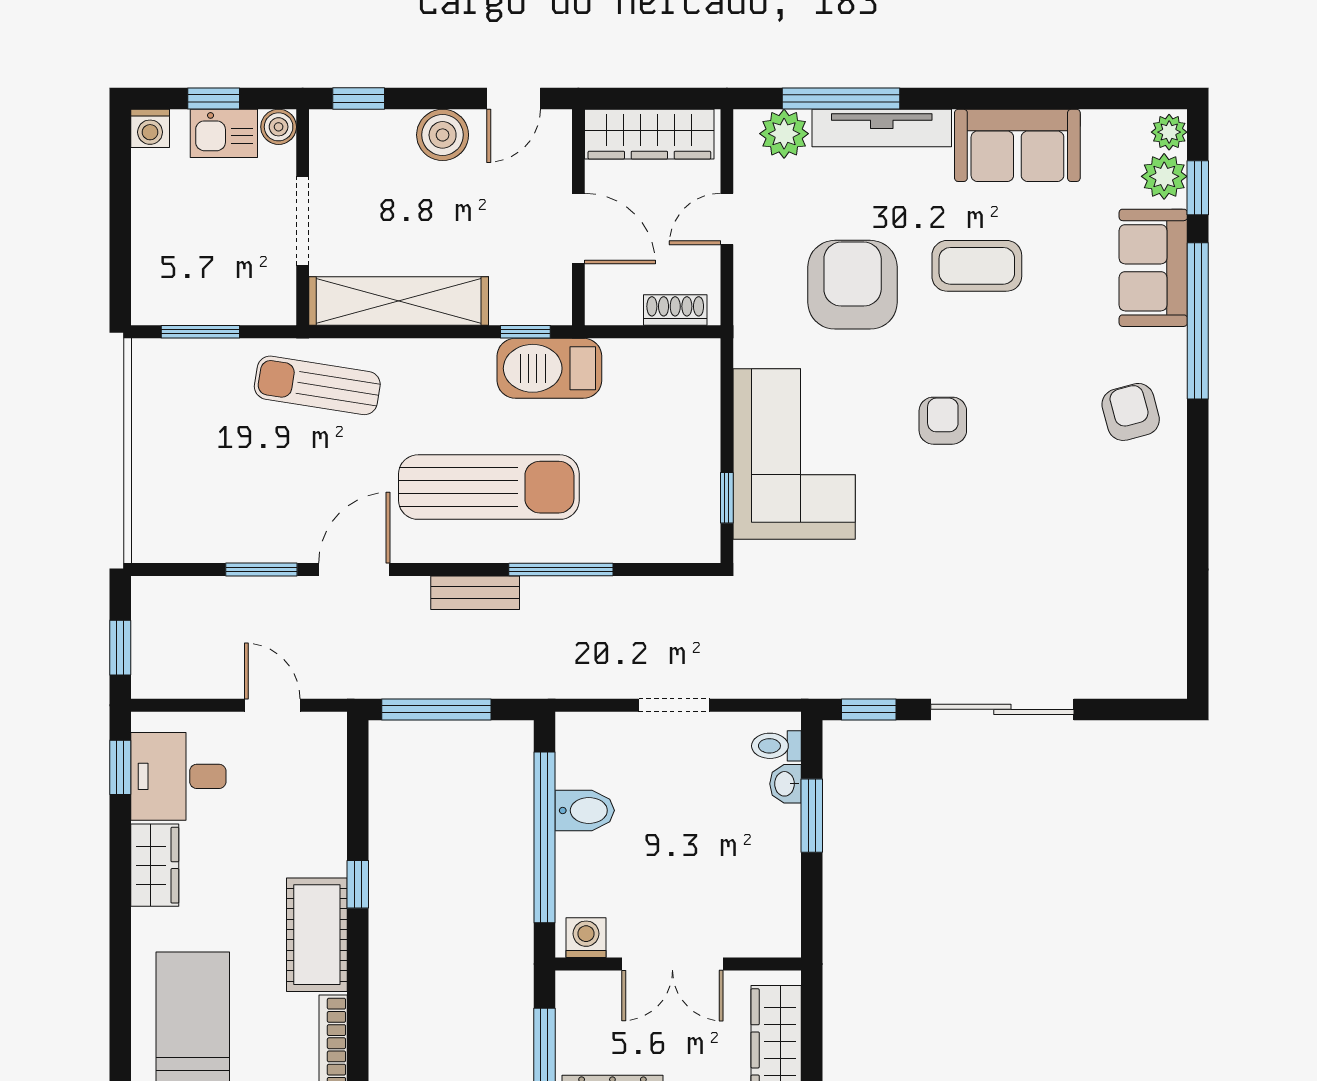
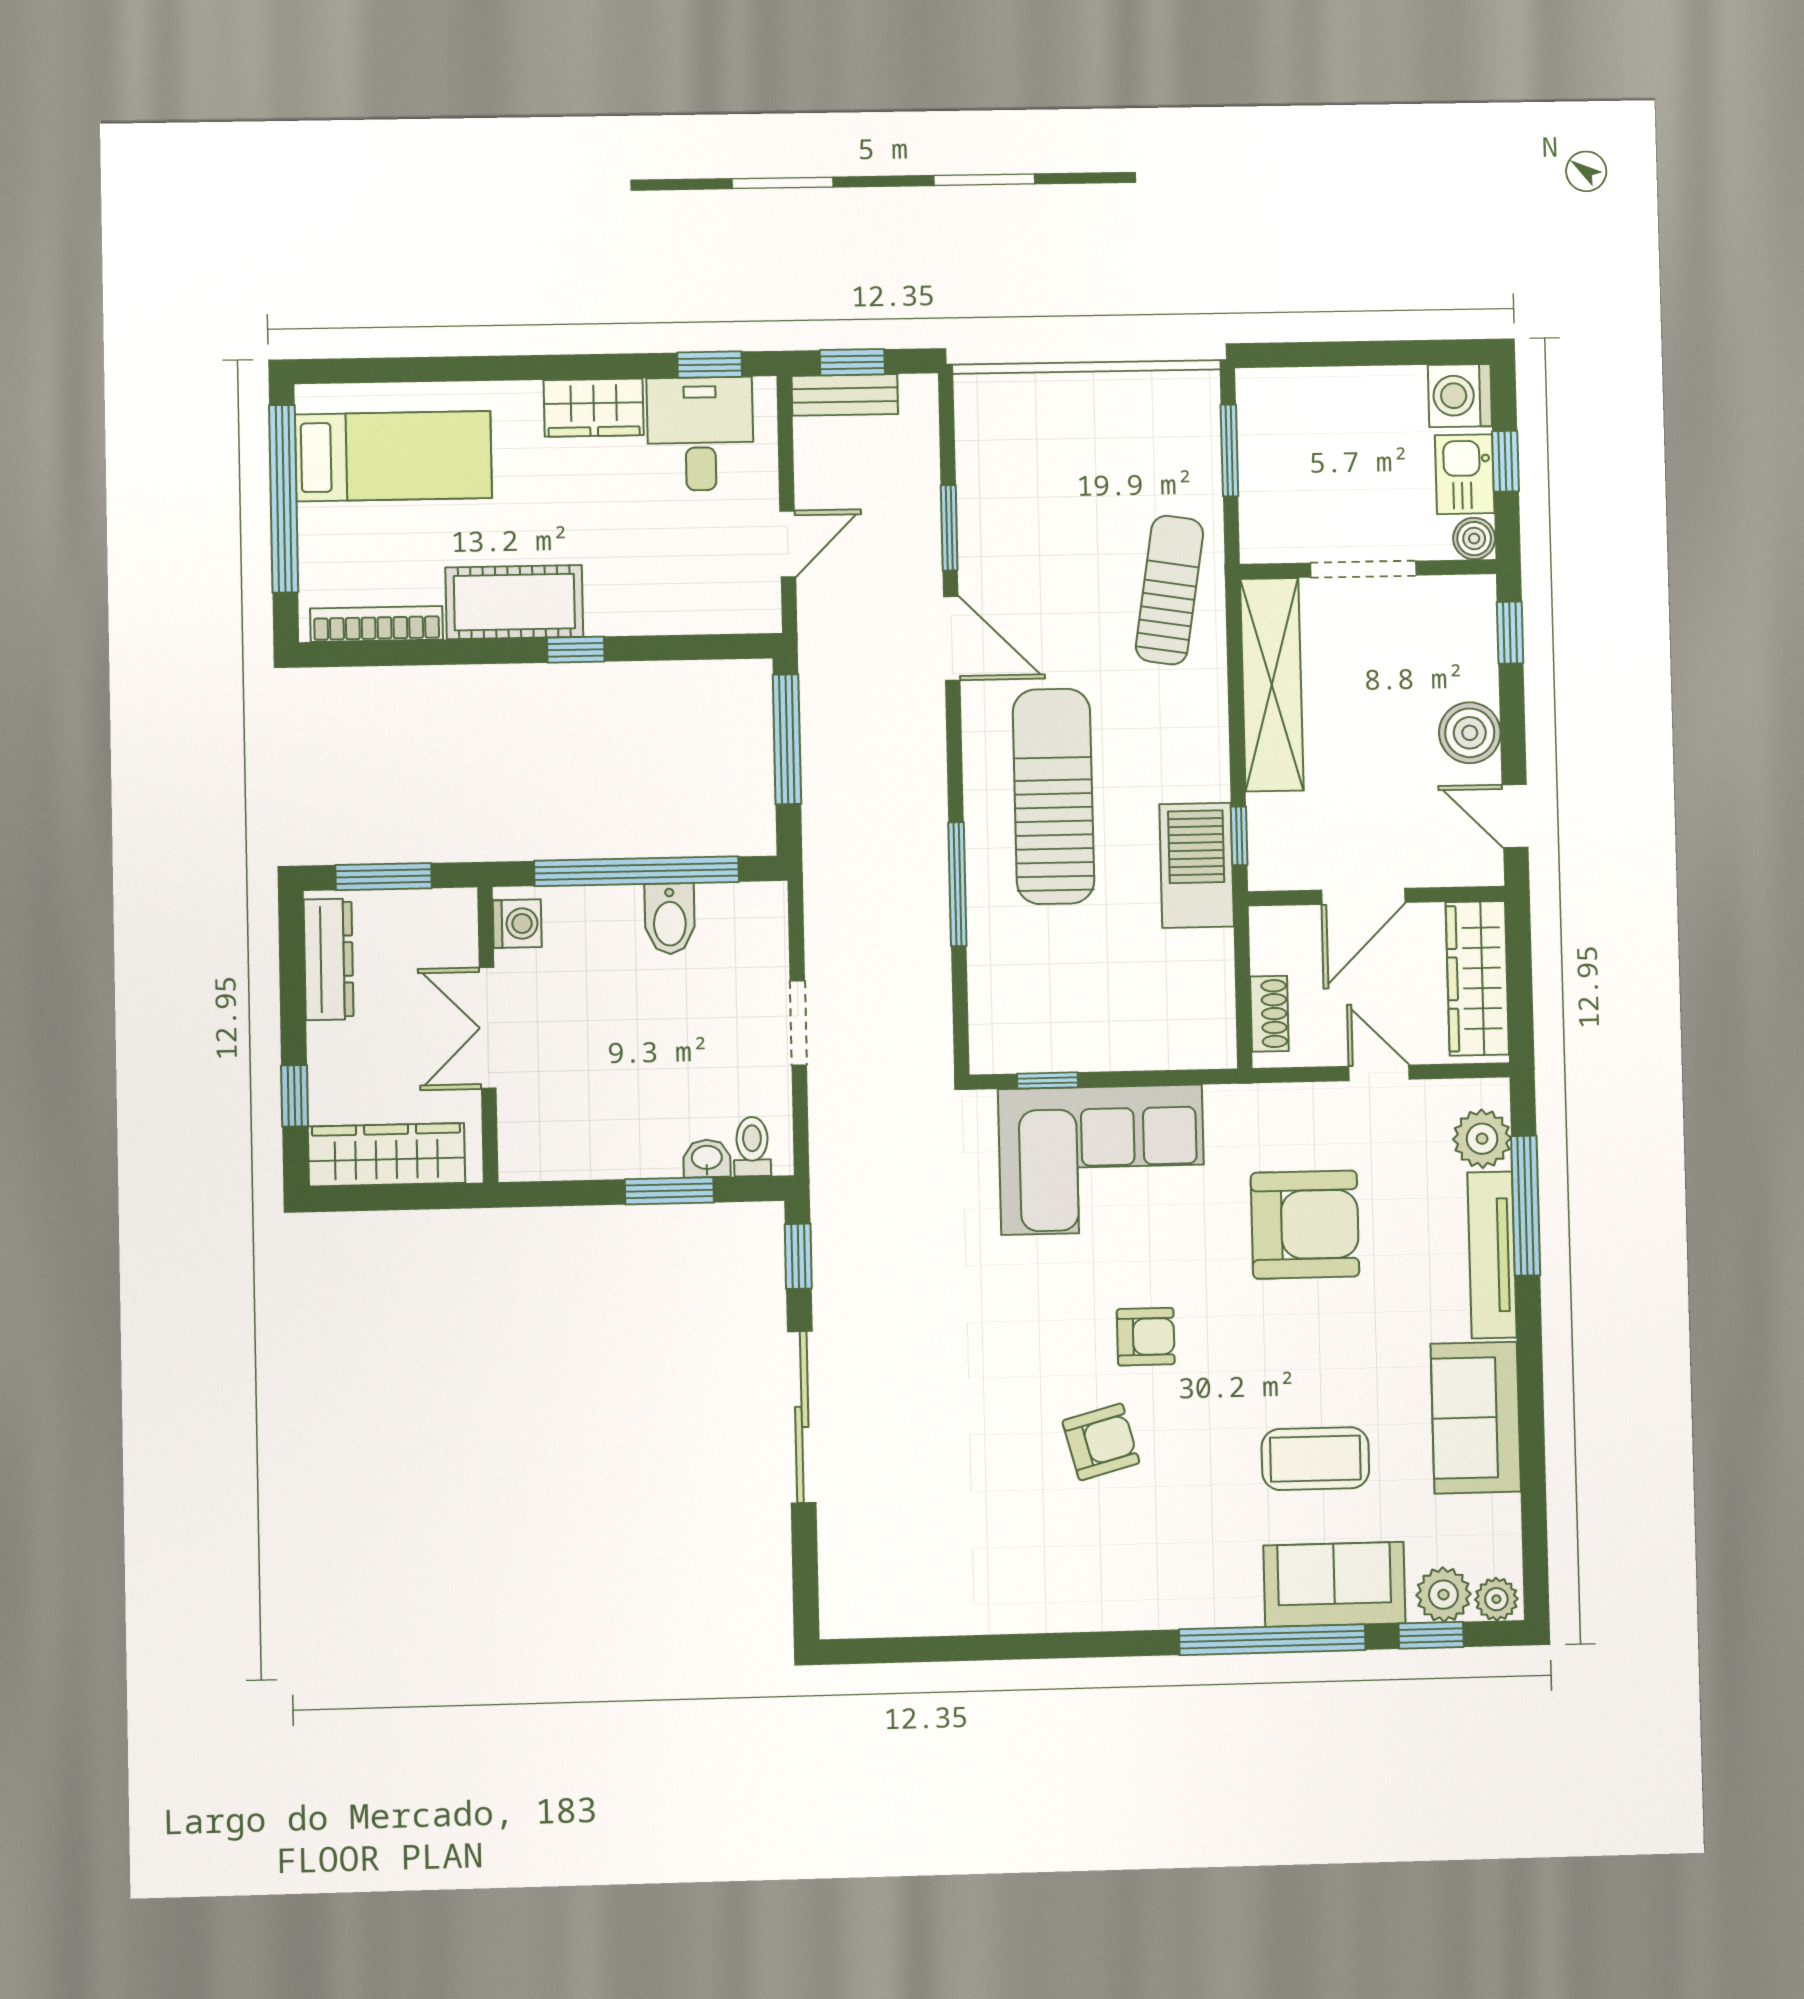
washing machine: (150, 128) -> (1460, 396), width x1.38, depth x1.38
coffee table: (977, 266) -> (1315, 1459), moved, turned 90
armchair: (1131, 412) -> (1101, 1442), moved
sun lounger: (489, 487) -> (1053, 796), turned 180
bench: (475, 593) -> (845, 395), moved, turned 90

